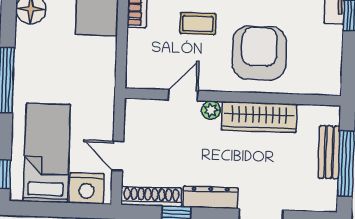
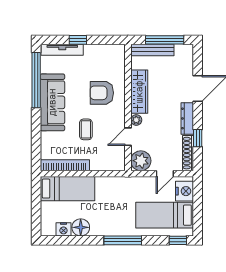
armchair: (259, 53) -> (102, 93), width x0.73, depth x0.73
door: (183, 95) -> (128, 137), hinge flipped
plant: (141, 116) -> (141, 161), added
bench: (329, 152) -> (153, 50), width x1.36

